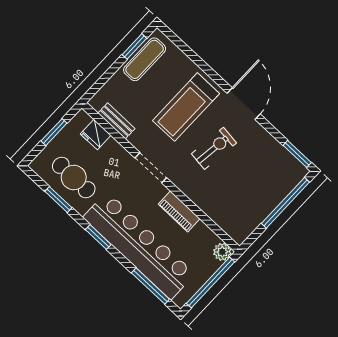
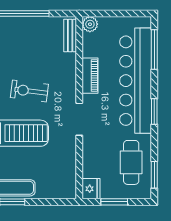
bench: (116, 121) -> (70, 36), moved
fridge: (96, 135) -> (91, 189), moved
window: (58, 200) -> (154, 175), moved
window: (210, 283) -> (116, 13), removed

